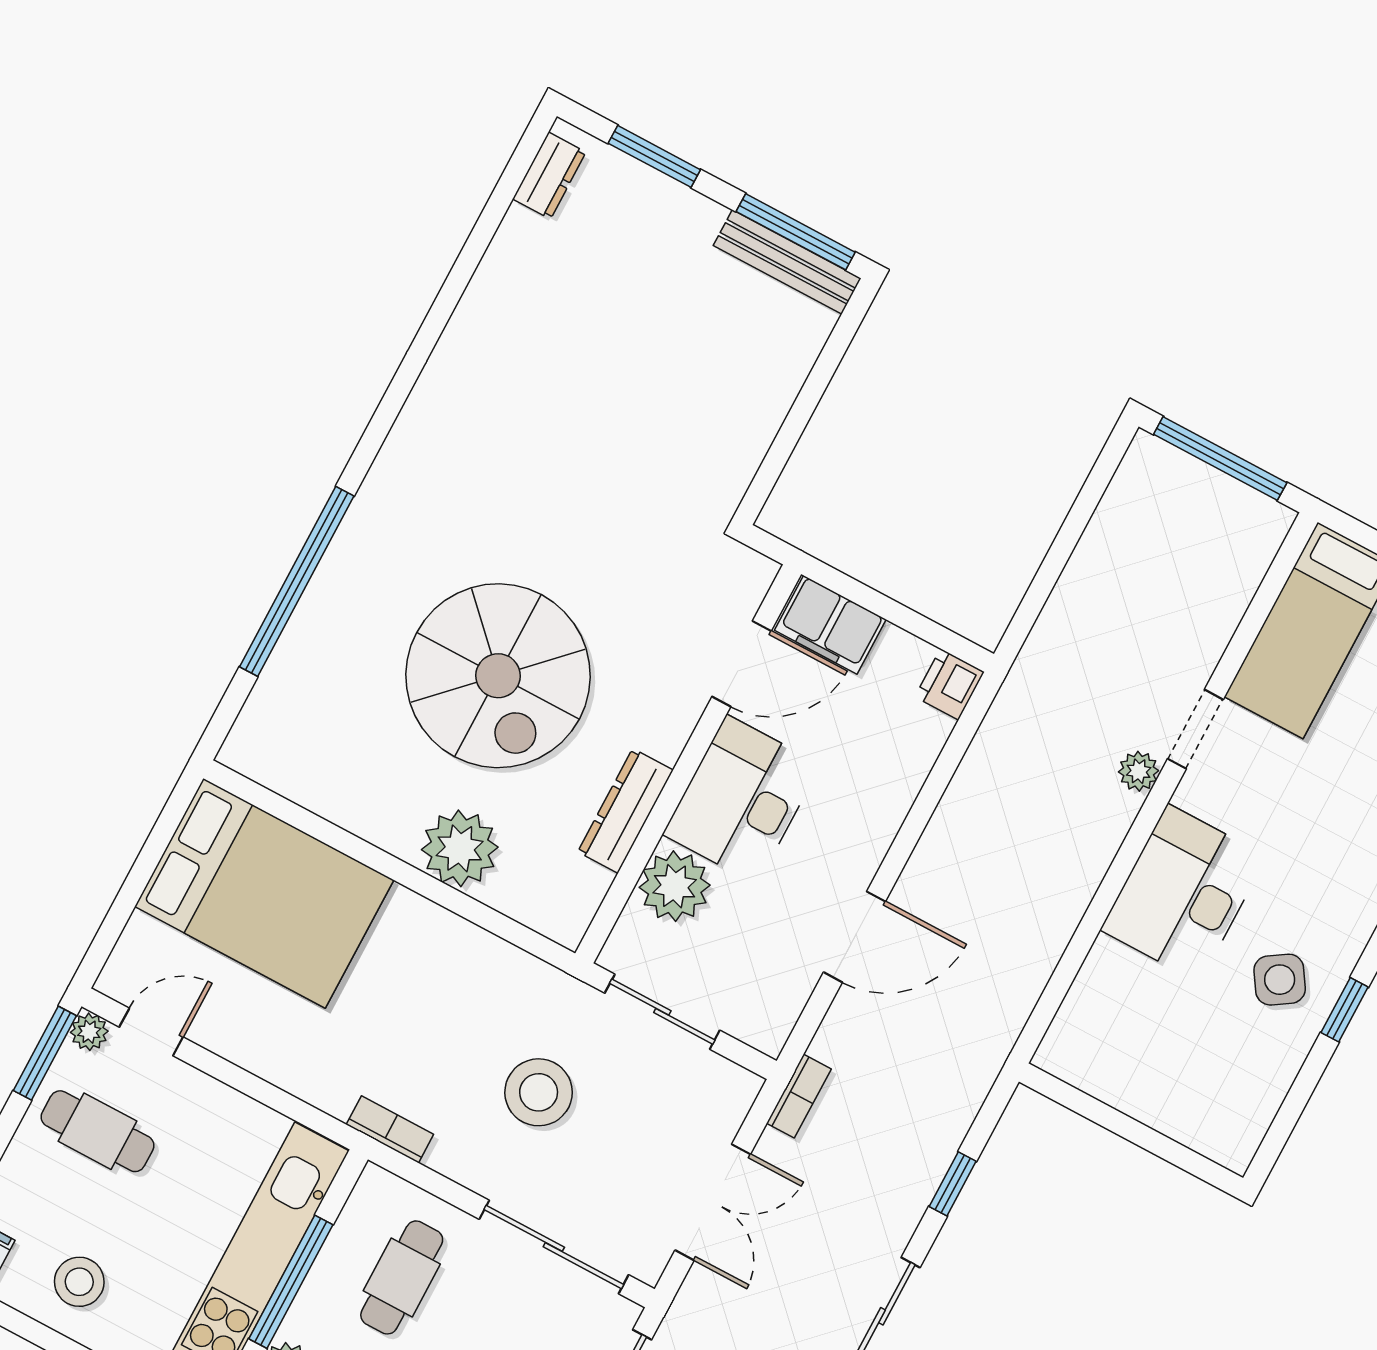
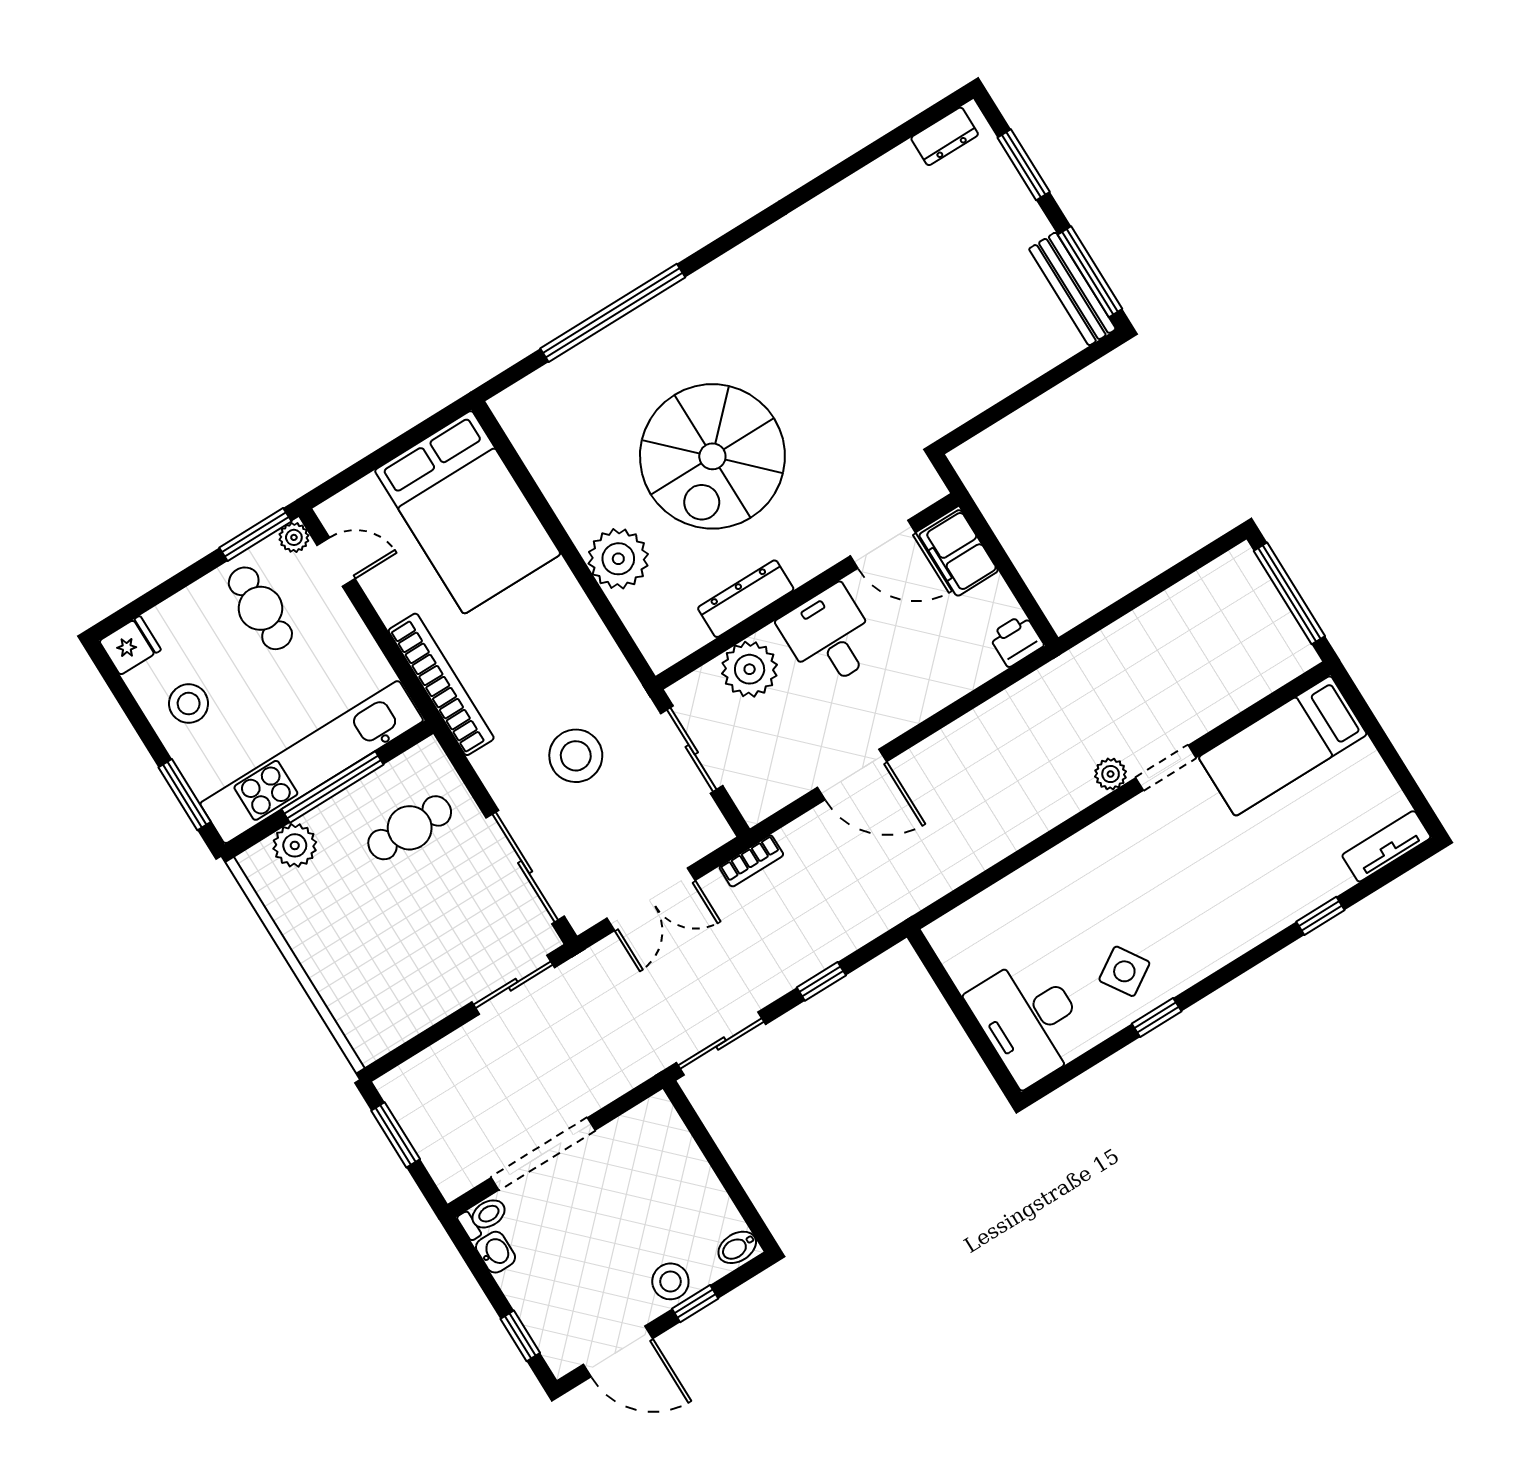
desk: (742, 799) -> (829, 637), width x0.73
desk: (1184, 893) -> (1029, 1020), moved, turned -90
bookcase: (390, 1129) -> (441, 684), width x2.31, depth x1.31

